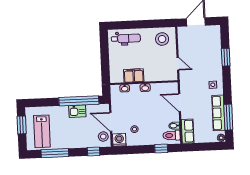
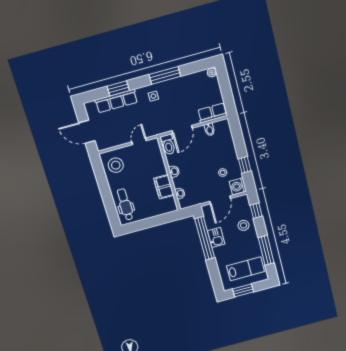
row of seats: (218, 113) -> (116, 101), moved
window: (228, 117) -> (165, 75), moved
toilet: (172, 135) -> (168, 145), moved
stool: (103, 137) -> (244, 225), moved
window: (161, 149) -> (245, 165), moved

